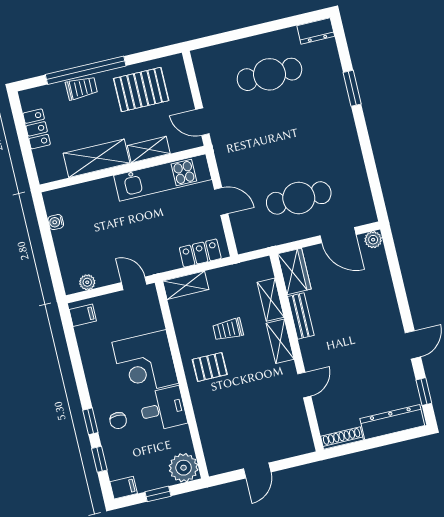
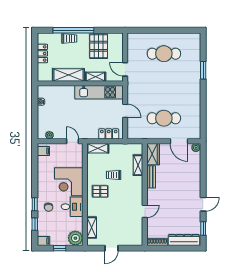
dresser: (316, 31) -> (192, 38), removed
pallet: (141, 90) -> (99, 46), turned 90
shelving: (280, 341) -> (92, 228), moved

